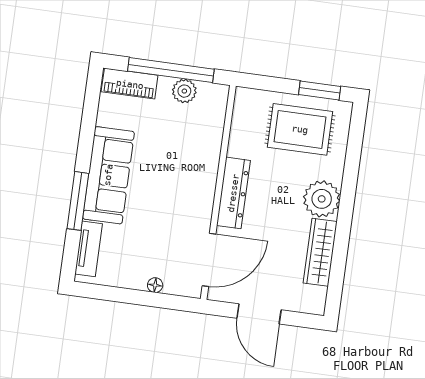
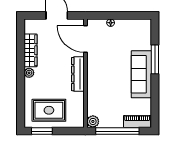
plant: (184, 91) -> (93, 121), moved
plant: (322, 199) -> (29, 73), width x0.53, depth x0.53
tv unit: (89, 249) -> (146, 36), removed
door: (209, 260) -> (85, 39), hinge flipped

